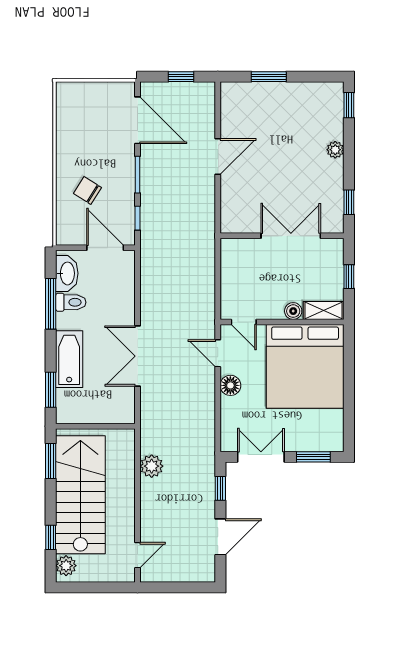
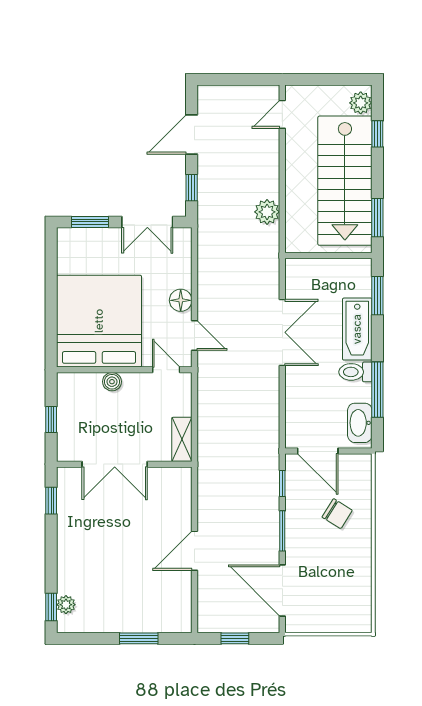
plant: (335, 150) -> (66, 605), moved
toilet: (71, 302) -> (355, 372), moved
shelving: (324, 310) -> (182, 439), moved, turned 90

